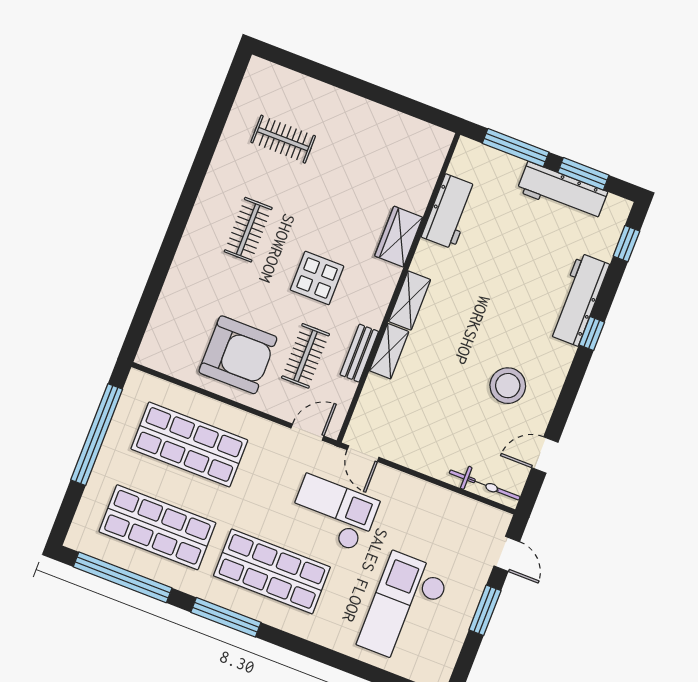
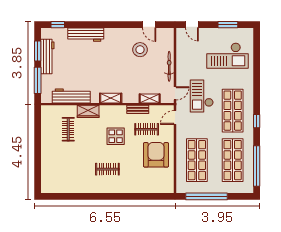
clothes rail: (283, 139) -> (68, 129), moved
workbench: (450, 212) -> (71, 96), width x1.38
window: (592, 333) -> (97, 25), removed
shelving: (389, 351) -> (150, 98), moved
stool: (508, 386) -> (140, 50), moved
door: (307, 432) -> (175, 117), hinge flipped
bicycle: (485, 485) -> (169, 66), moved
door: (507, 554) -> (192, 25), swing flipped
window: (485, 610) -> (228, 25), moved
window: (226, 617) -> (257, 121), width x0.46

